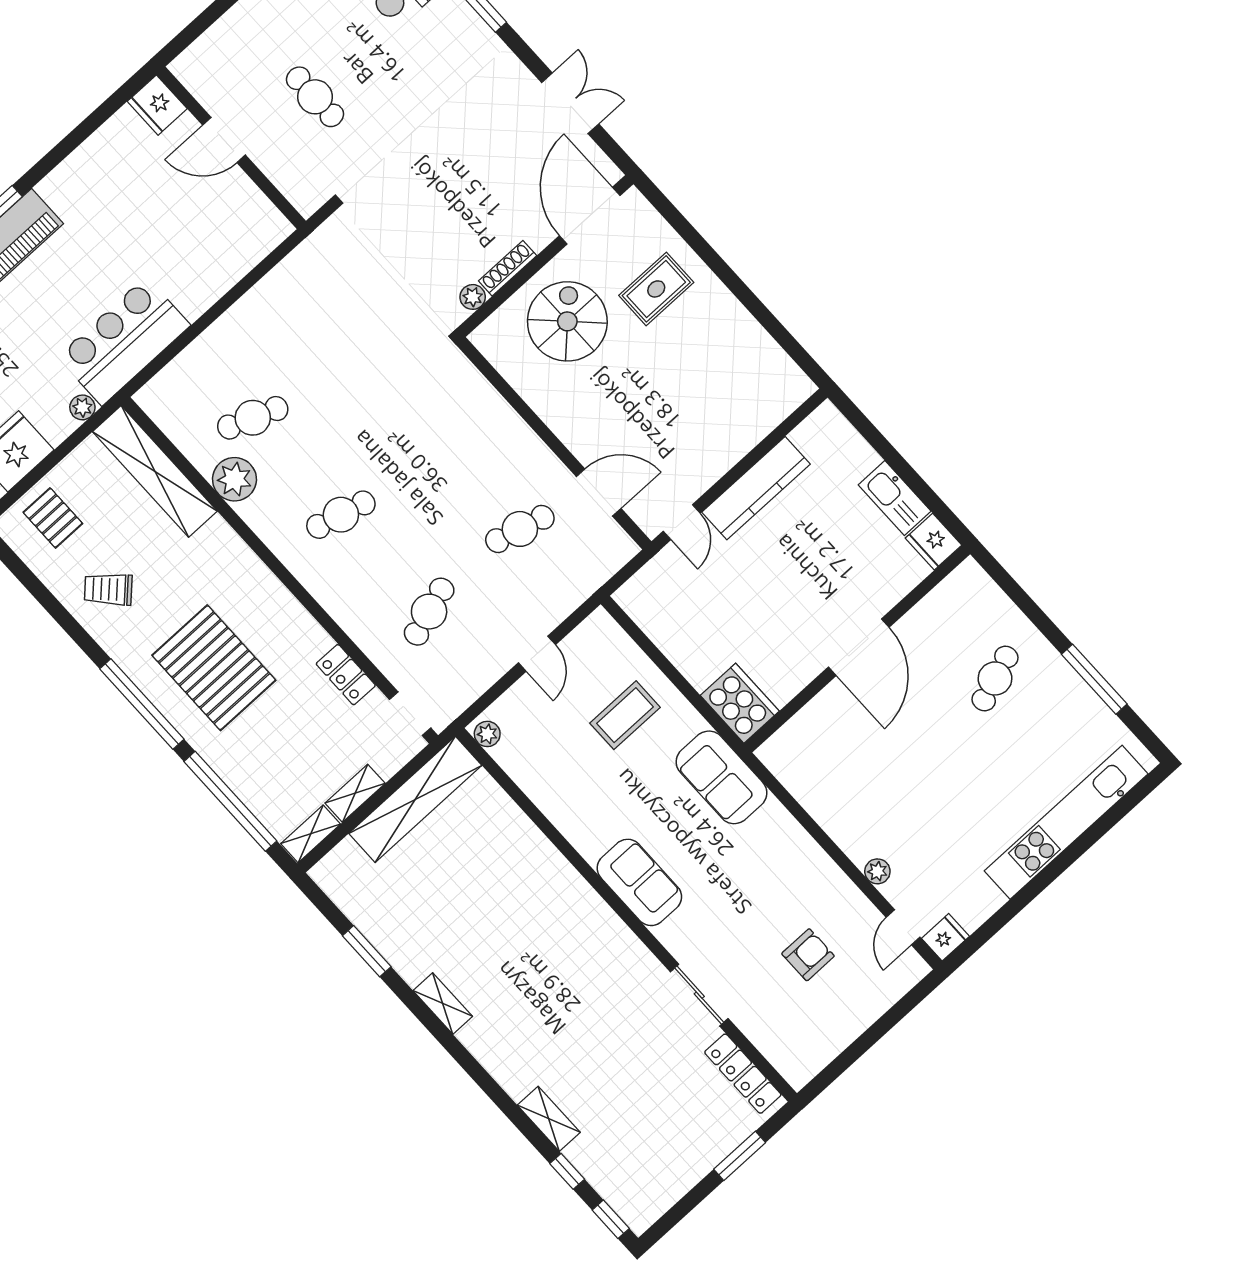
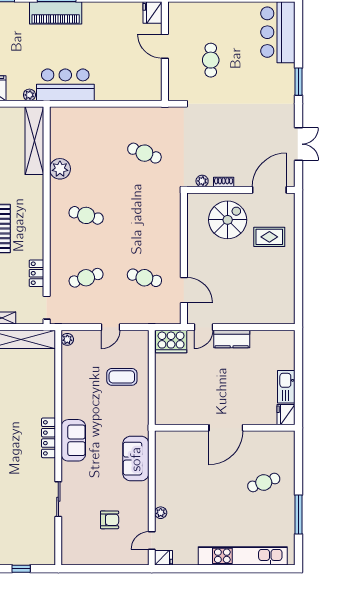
shoe rack: (508, 268) -> (224, 182), width x0.70
cafe table: (253, 418) -> (144, 153), moved
kitchen counter: (756, 488) -> (232, 339), width x0.67
cooker: (740, 703) -> (171, 341), moved, turned 90
sofa: (722, 777) -> (136, 459), moved
locker: (743, 1074) -> (49, 438), moved
window: (740, 1156) -> (21, 569), width x0.67

